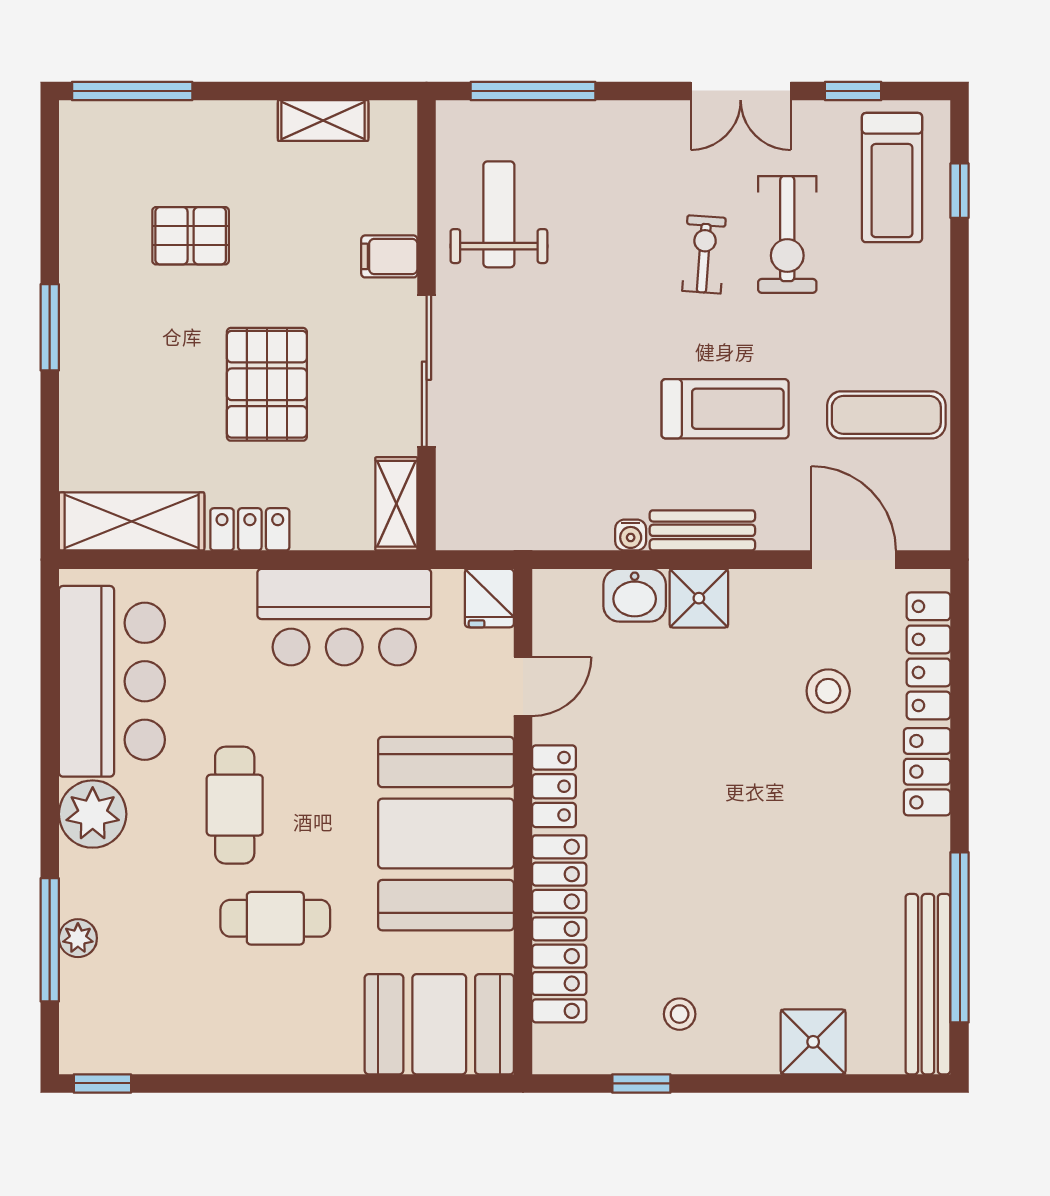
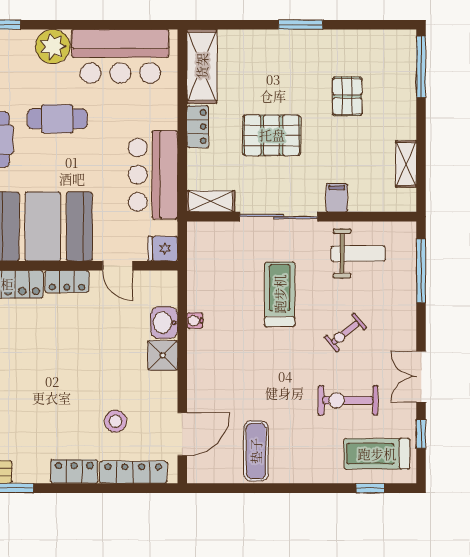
exercise bike: (704, 254) -> (345, 333), moved, turned 137
treadmill: (725, 409) -> (280, 294), moved, turned 180
bench: (702, 530) -> (197, 357), removed

